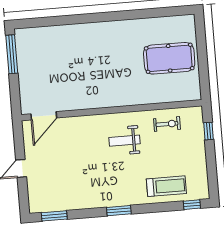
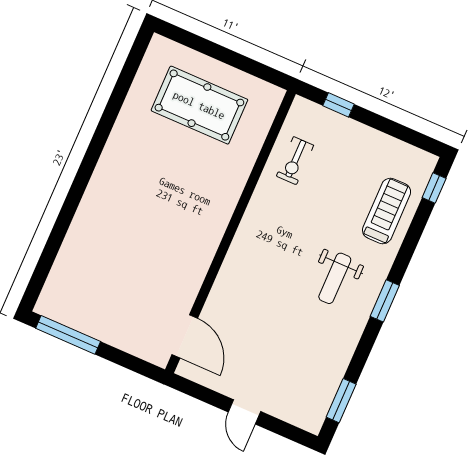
pool table: (169, 58) -> (199, 105), turned 90
exercise bike: (167, 124) -> (295, 161), turned 180
weight bench: (125, 141) -> (335, 278), moved

